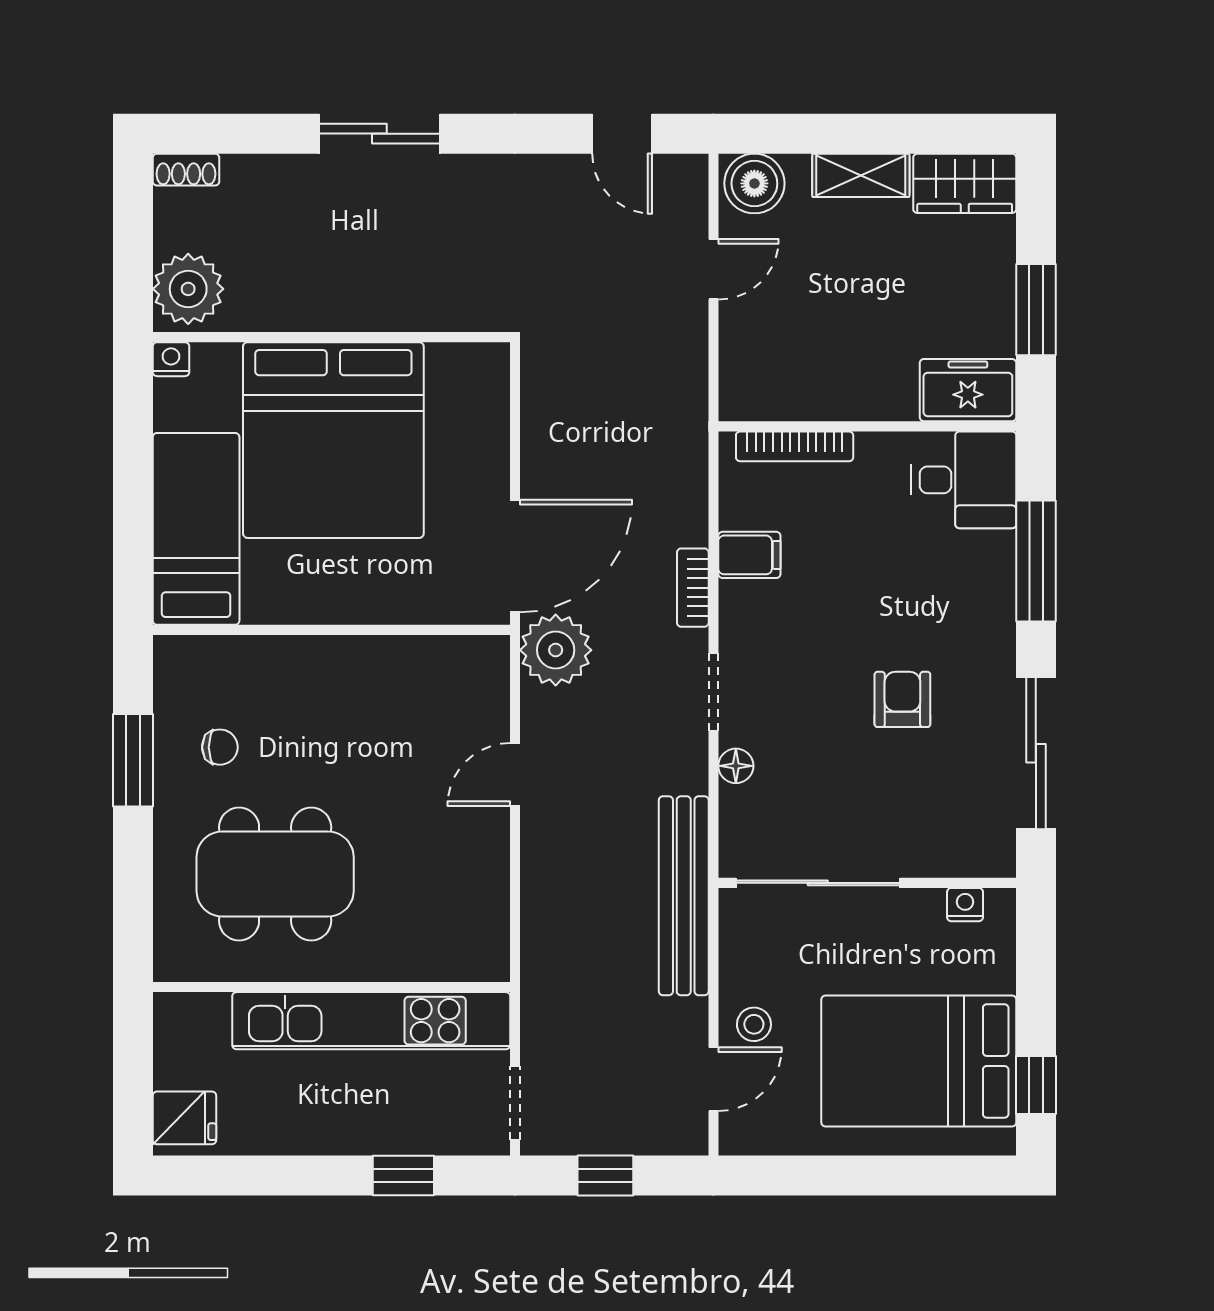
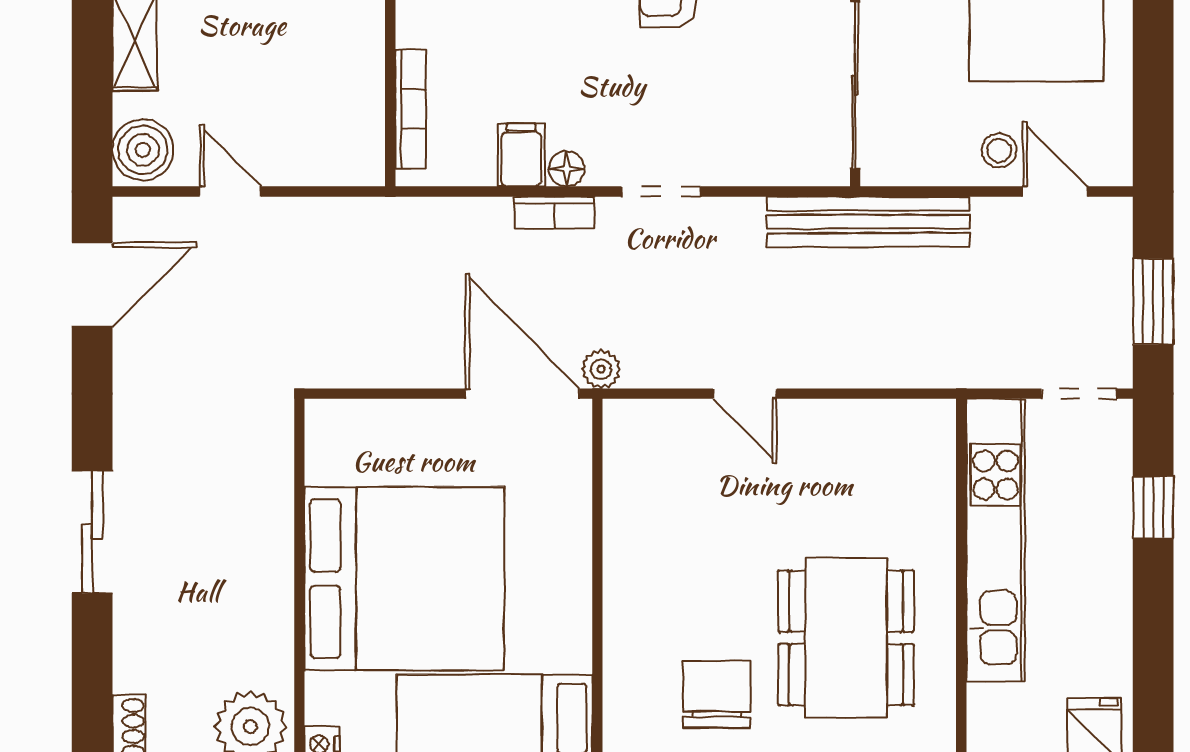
door: (622, 134) -> (92, 285), width x1.38
plant: (556, 650) -> (601, 369), width x0.53, depth x0.53
chair: (220, 747) -> (717, 694), width x1.87, depth x1.87
floor lamp: (736, 766) -> (567, 169), moved
window: (605, 1176) -> (1153, 302), width x1.50

